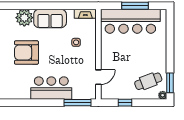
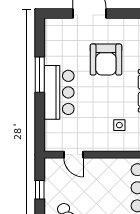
armchair: (26, 53) -> (106, 60), turned 180
window: (78, 103) -> (40, 75), moved

